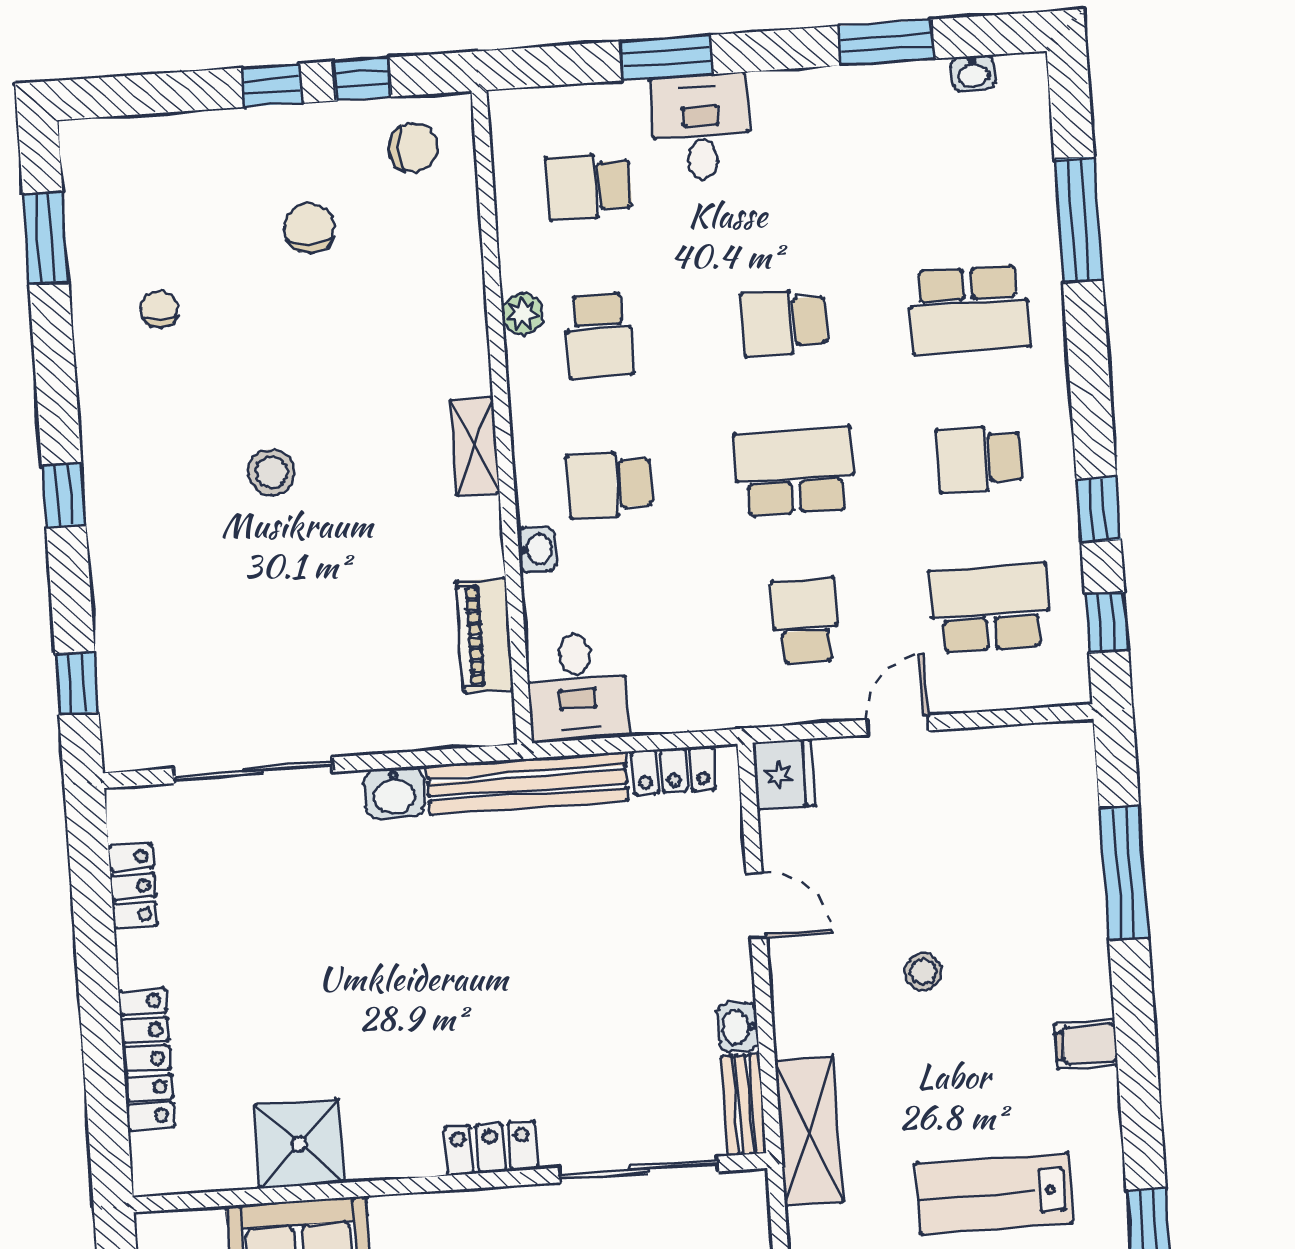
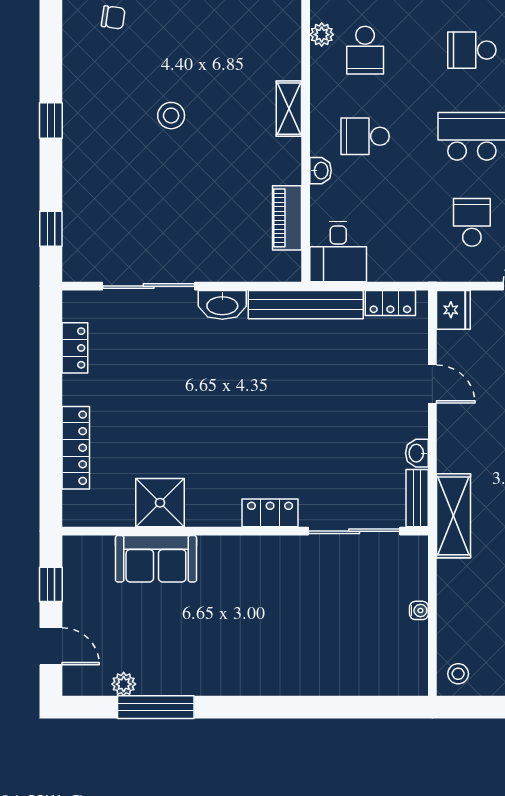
chair: (159, 309) -> (113, 17), turned 98
washbasin: (394, 793) -> (222, 305), width x1.38

